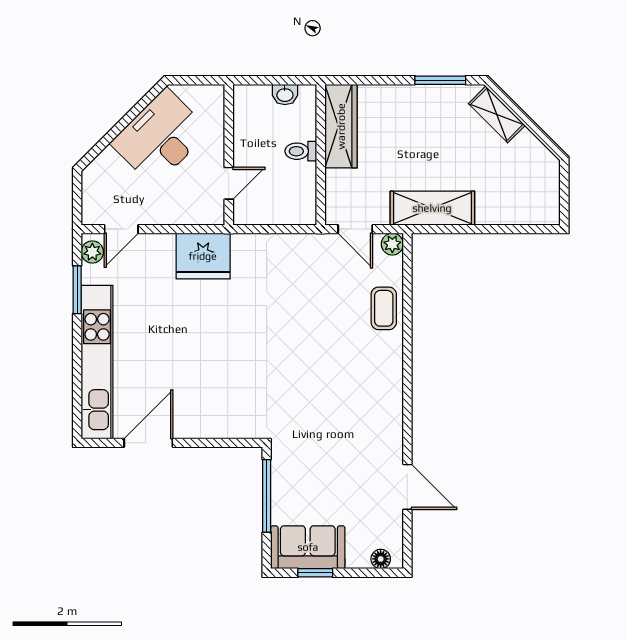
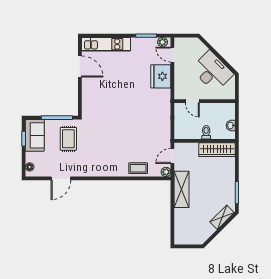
fridge: (203, 256) -> (161, 76), moved
kitchen unit: (97, 362) -> (106, 44), width x0.73
rug: (316, 470) -> (68, 139), added

